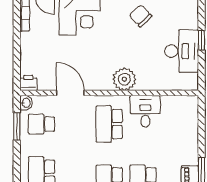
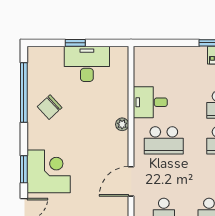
plant: (124, 79) -> (122, 124), width x0.53, depth x0.53

